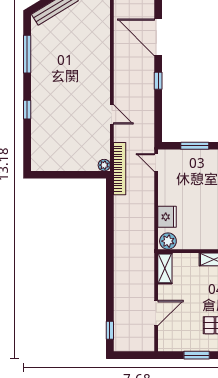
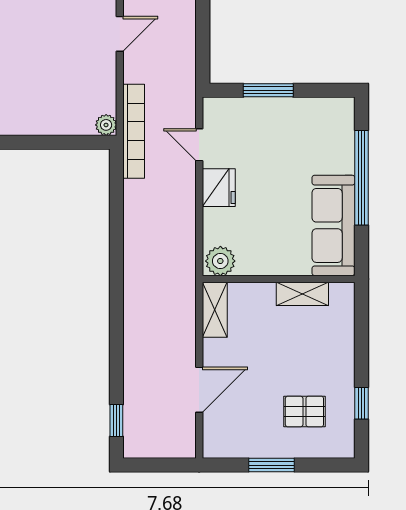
door: (112, 114) -> (120, 34), hinge flipped
door: (156, 163) -> (199, 145), moved
fridge: (167, 217) -> (219, 188), moved

